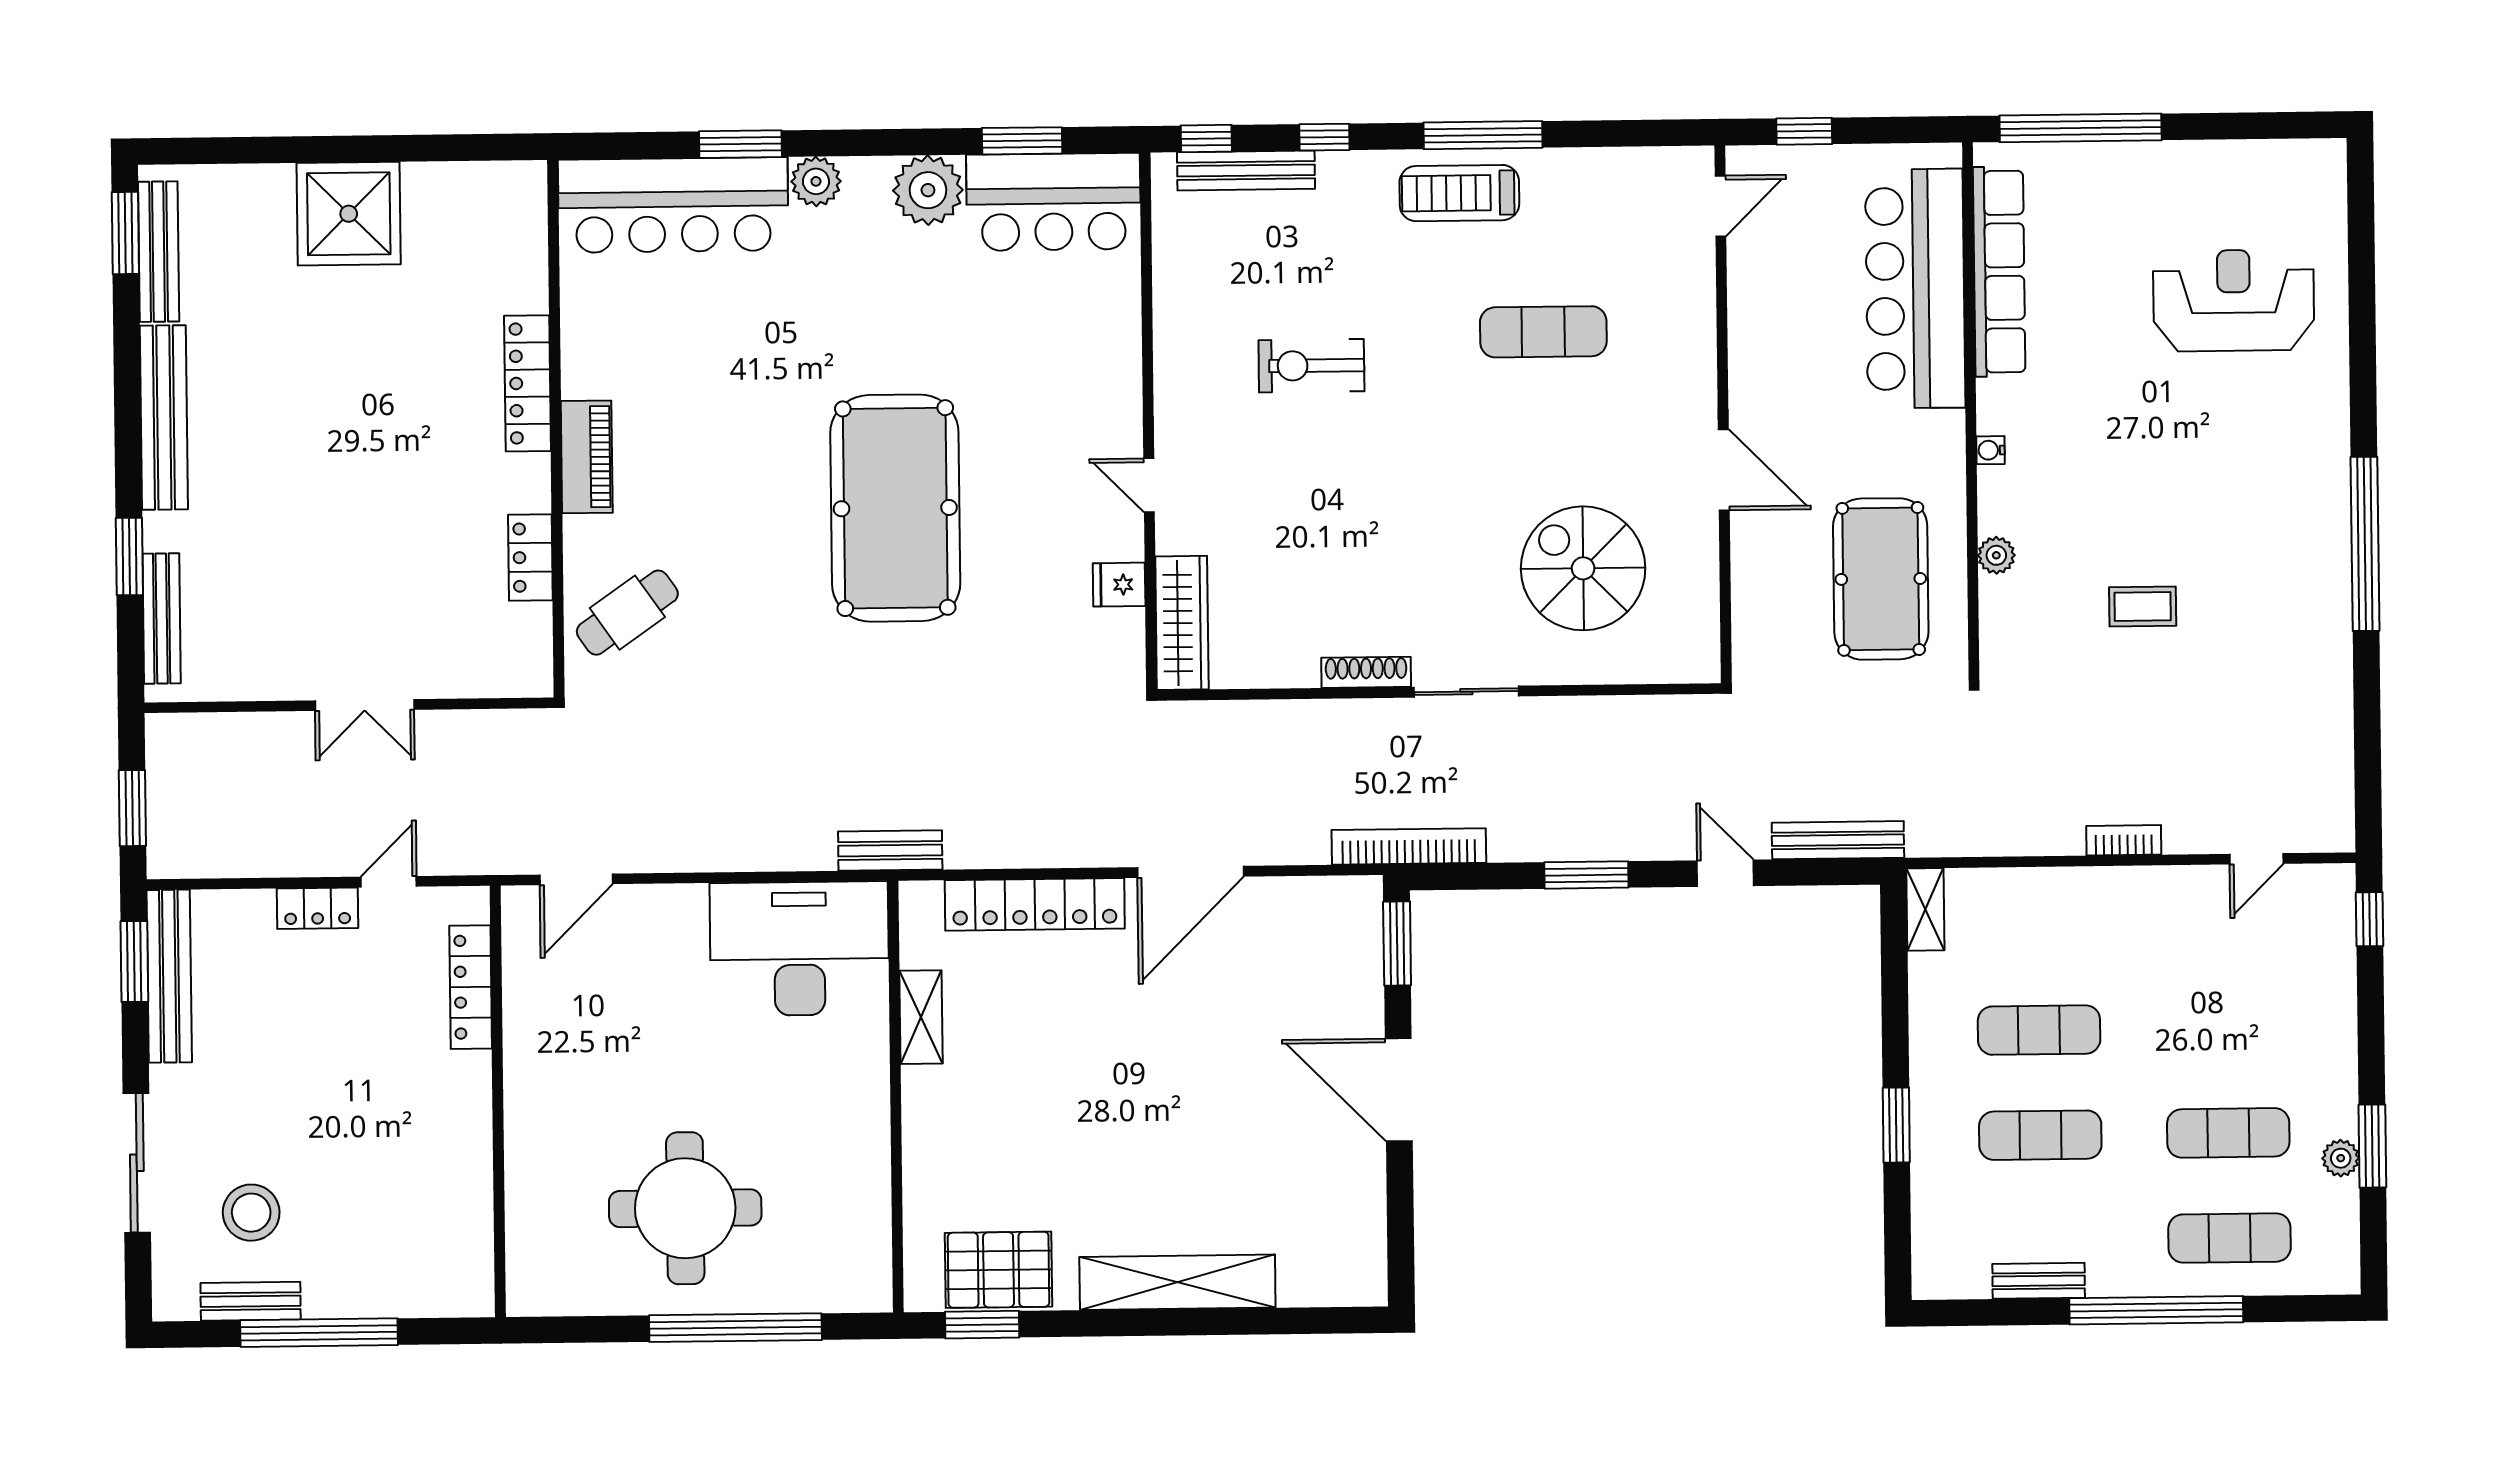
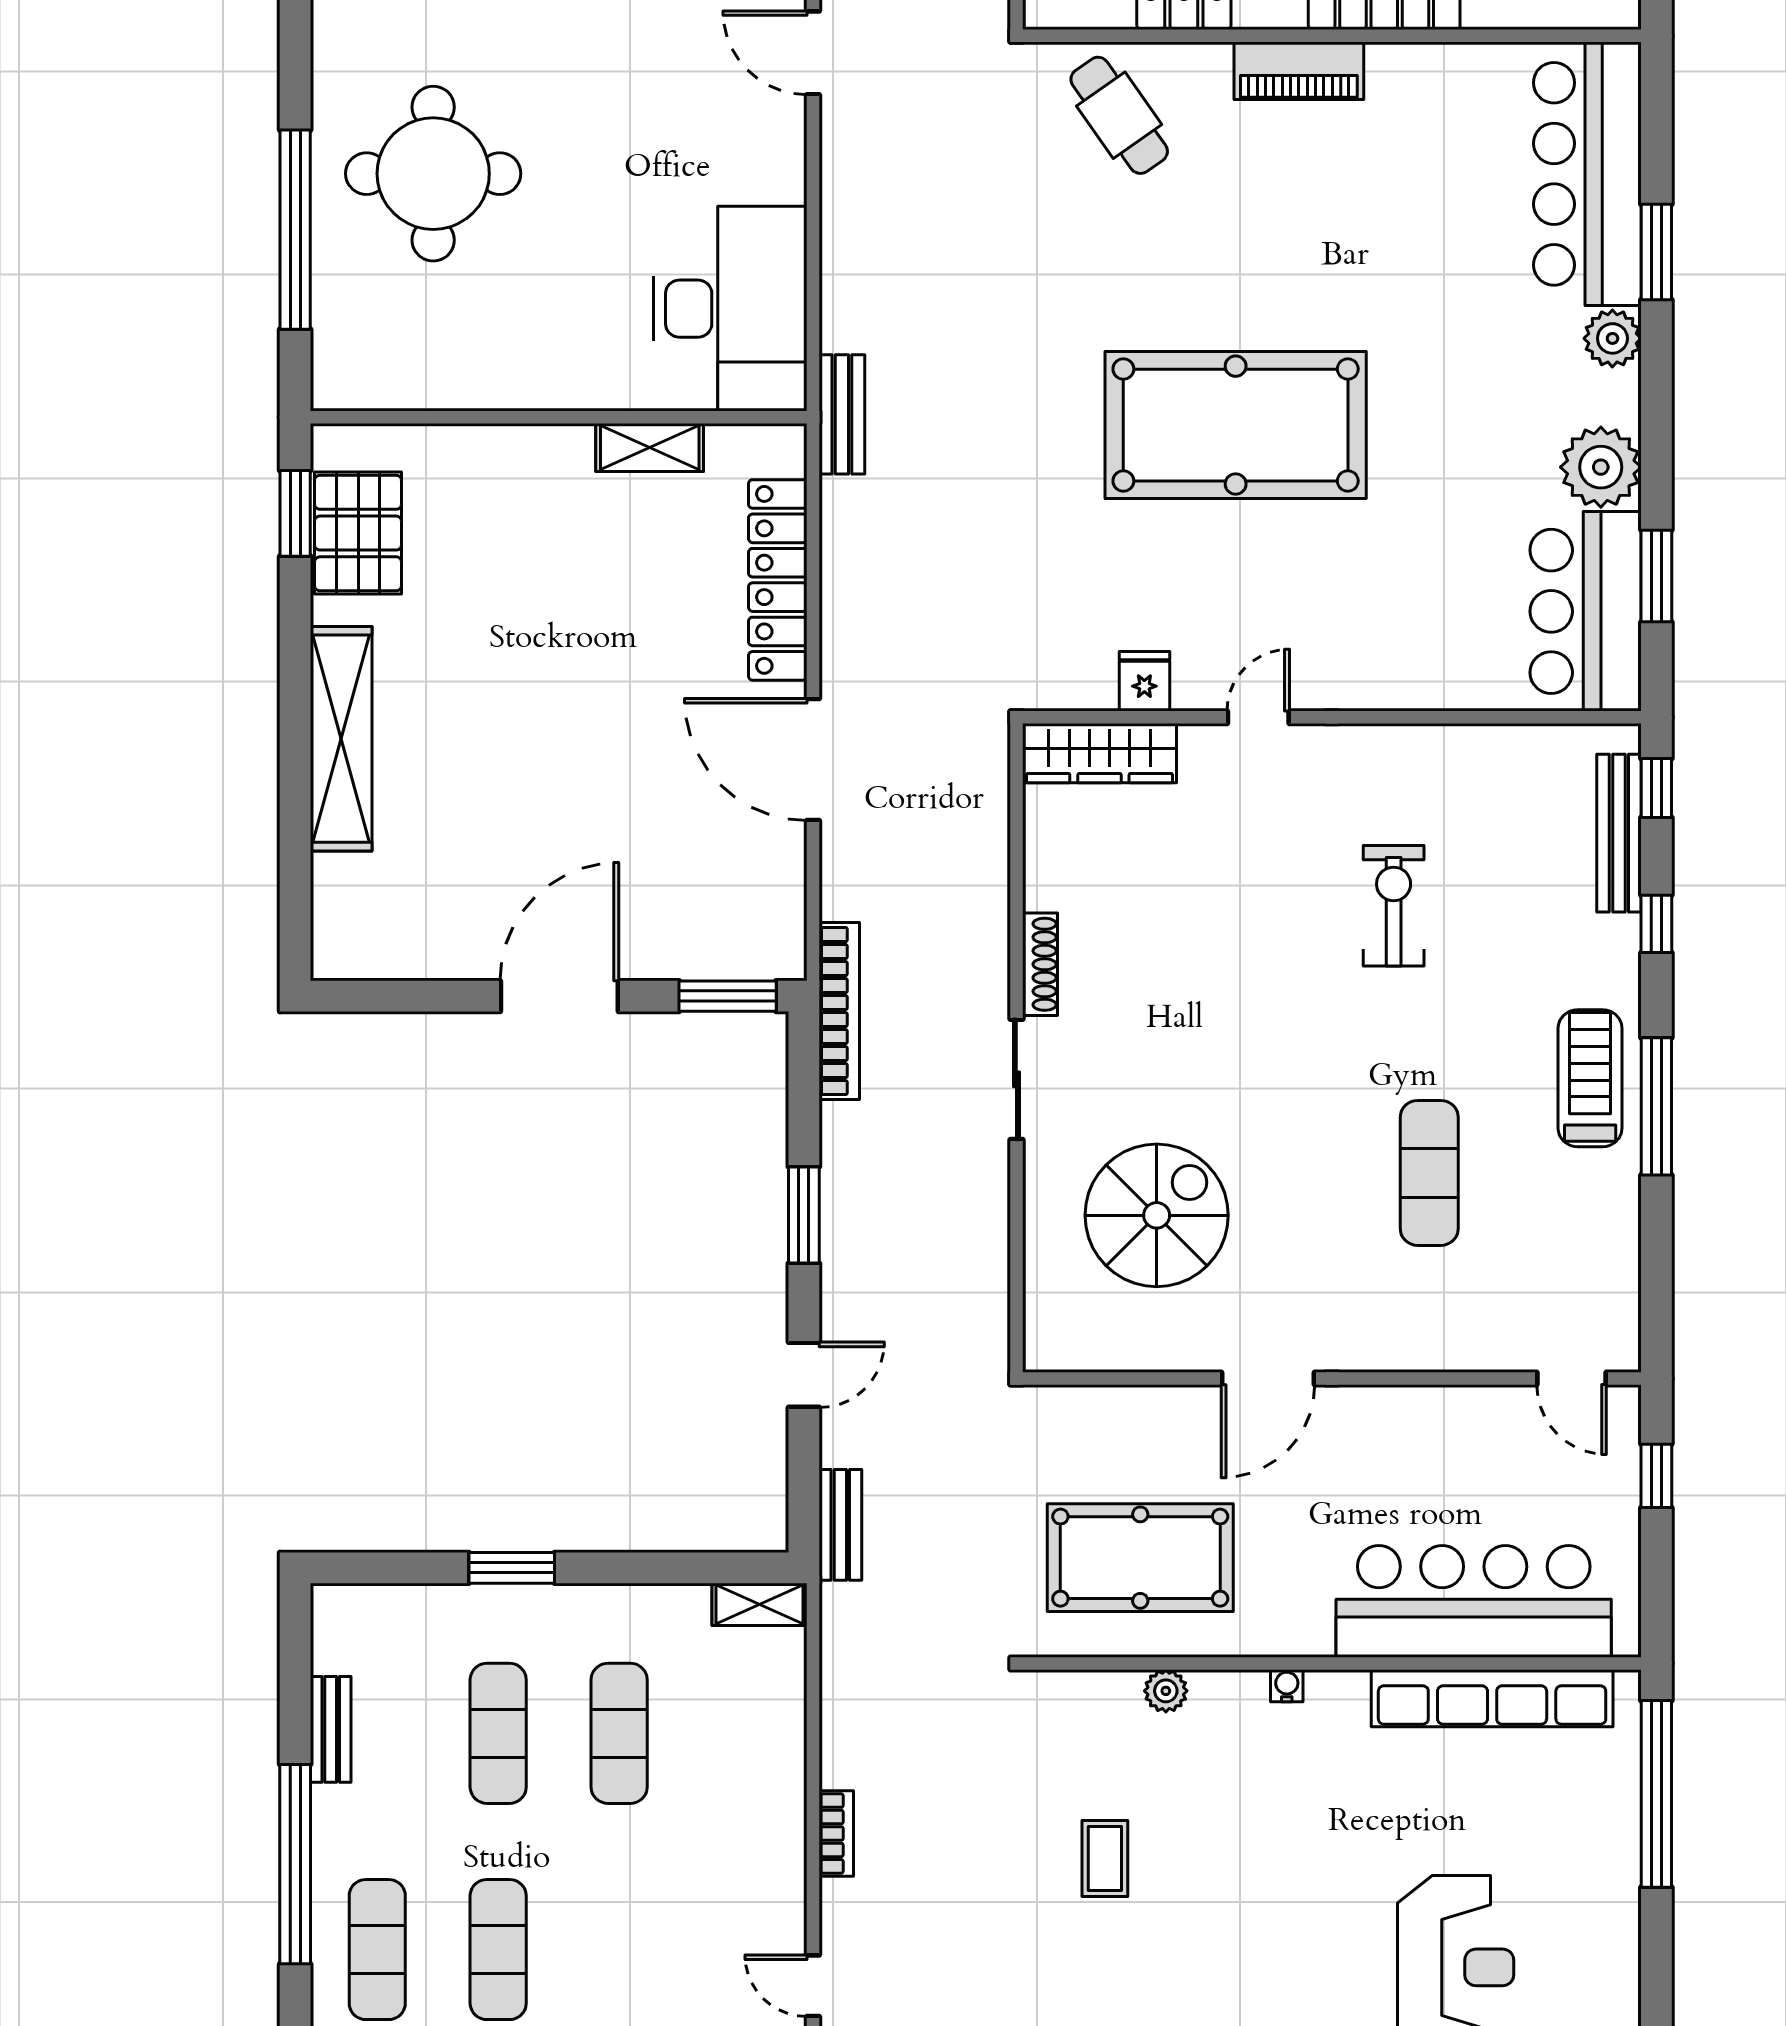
bench: (1838, 840) -> (840, 1525), width x0.73

